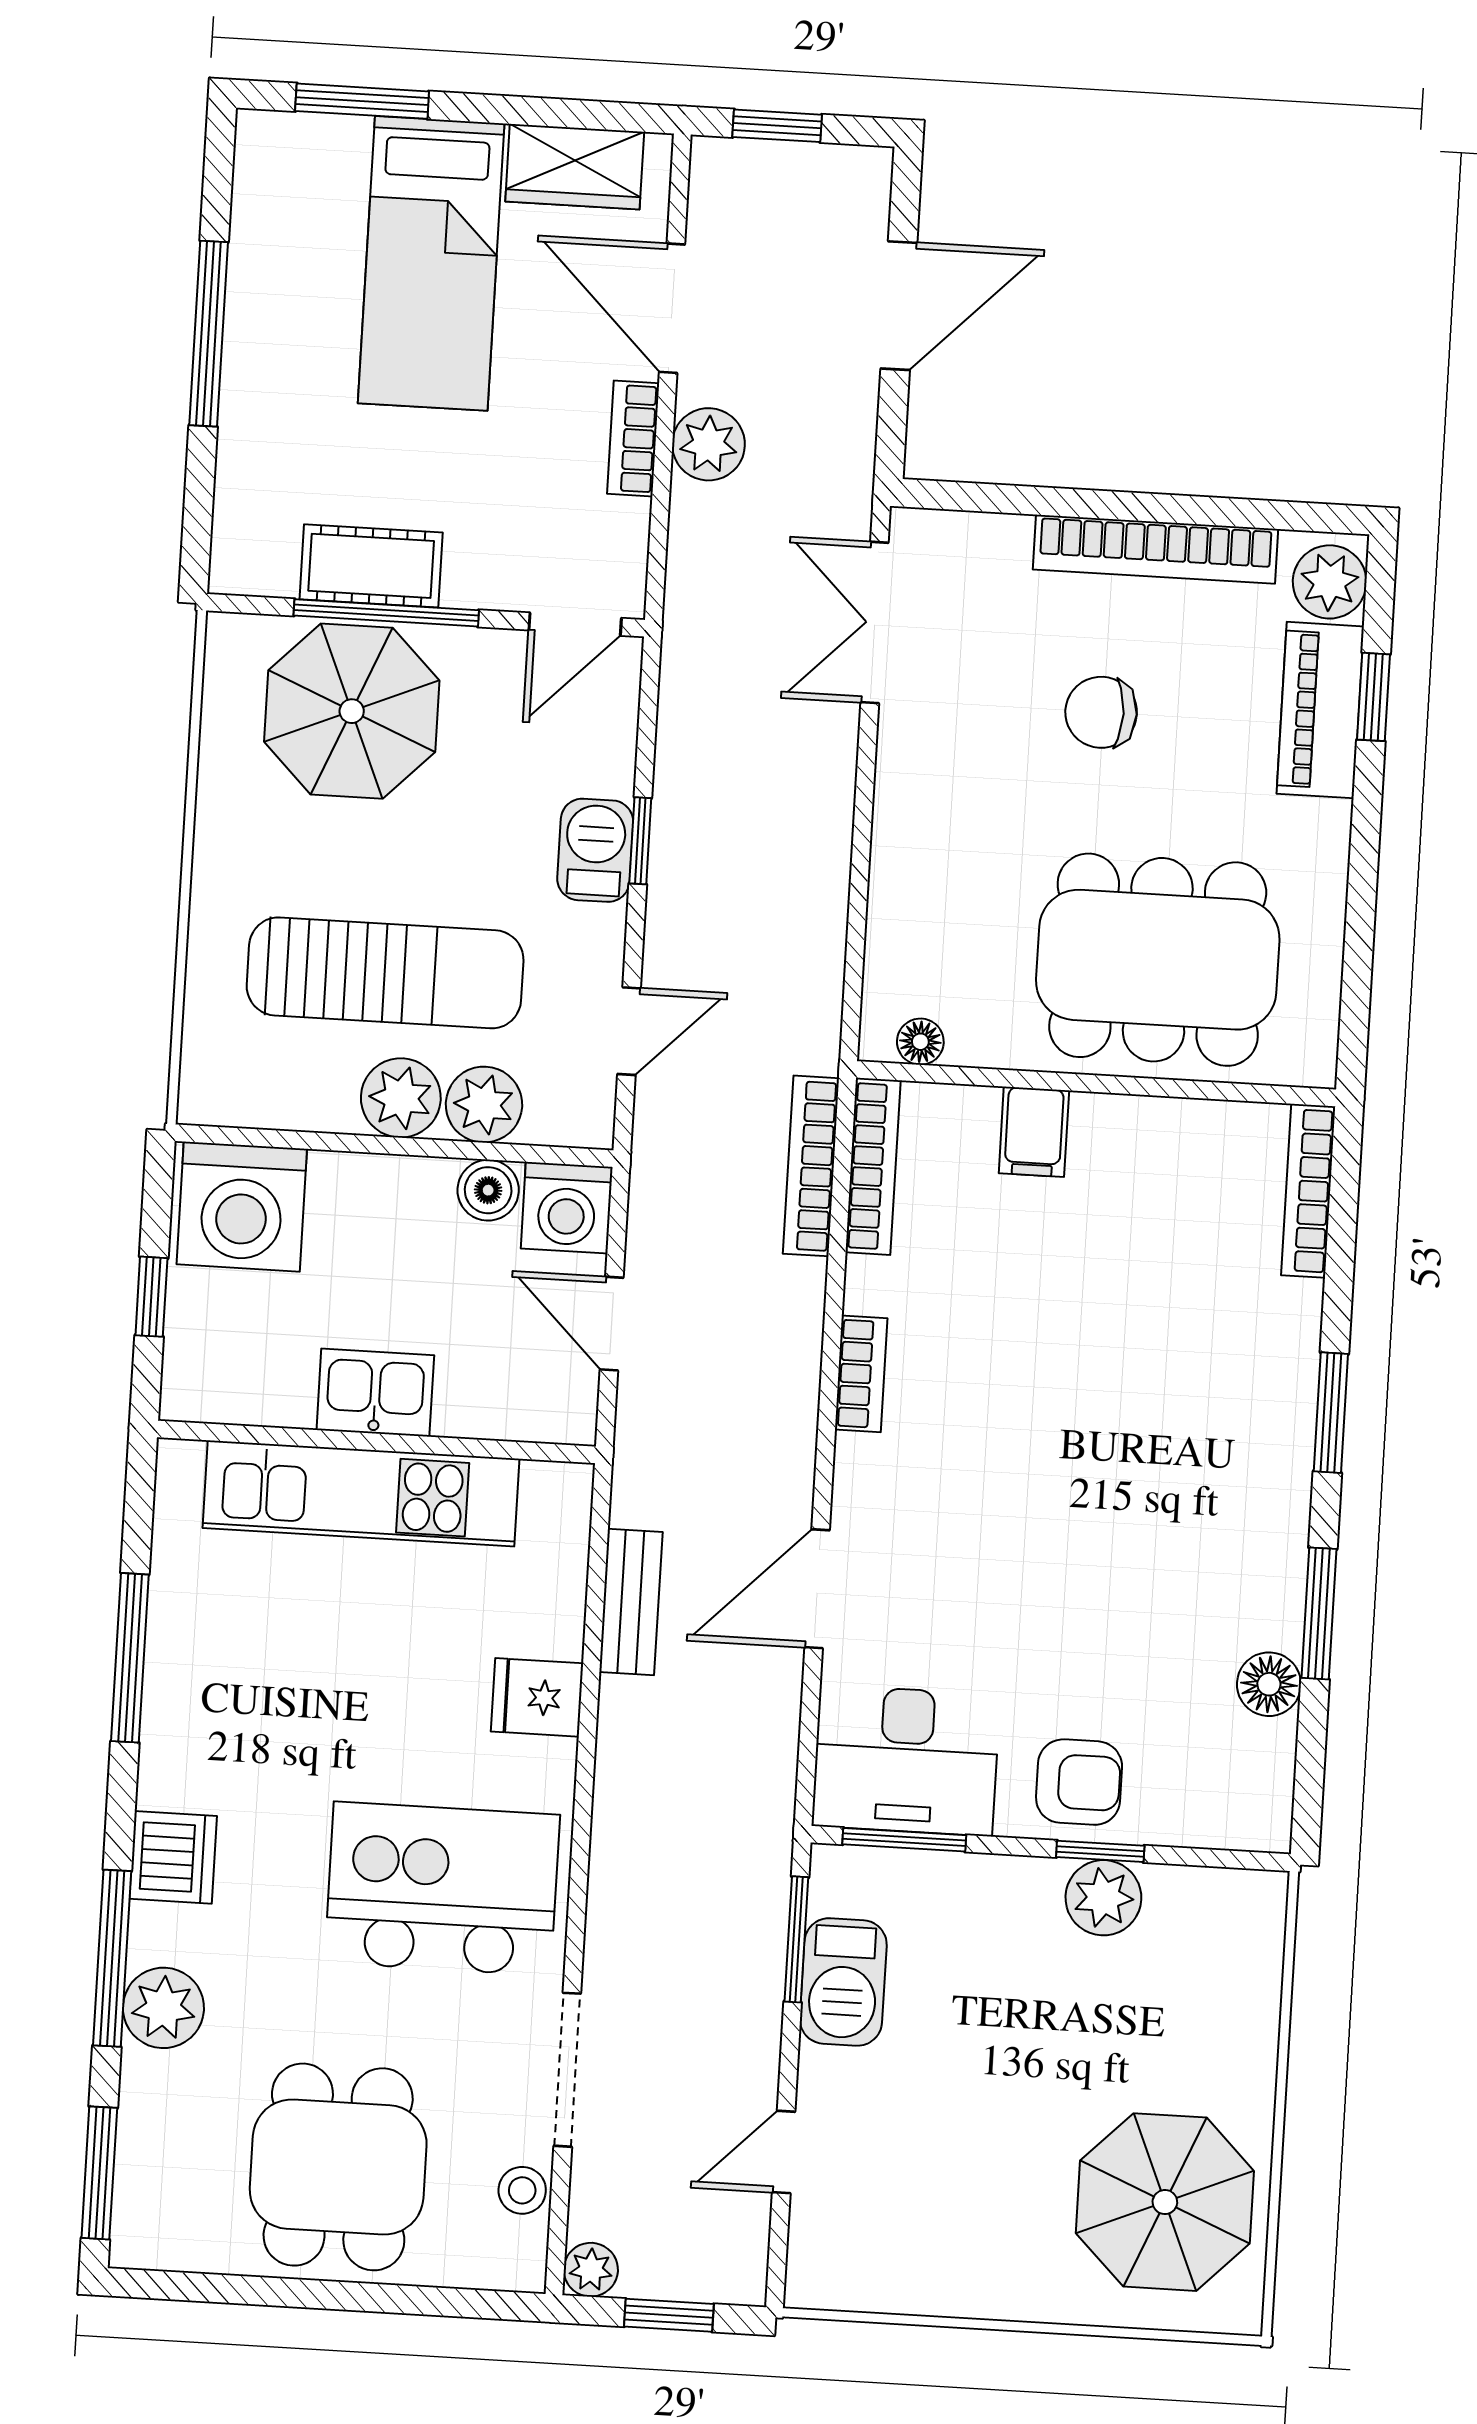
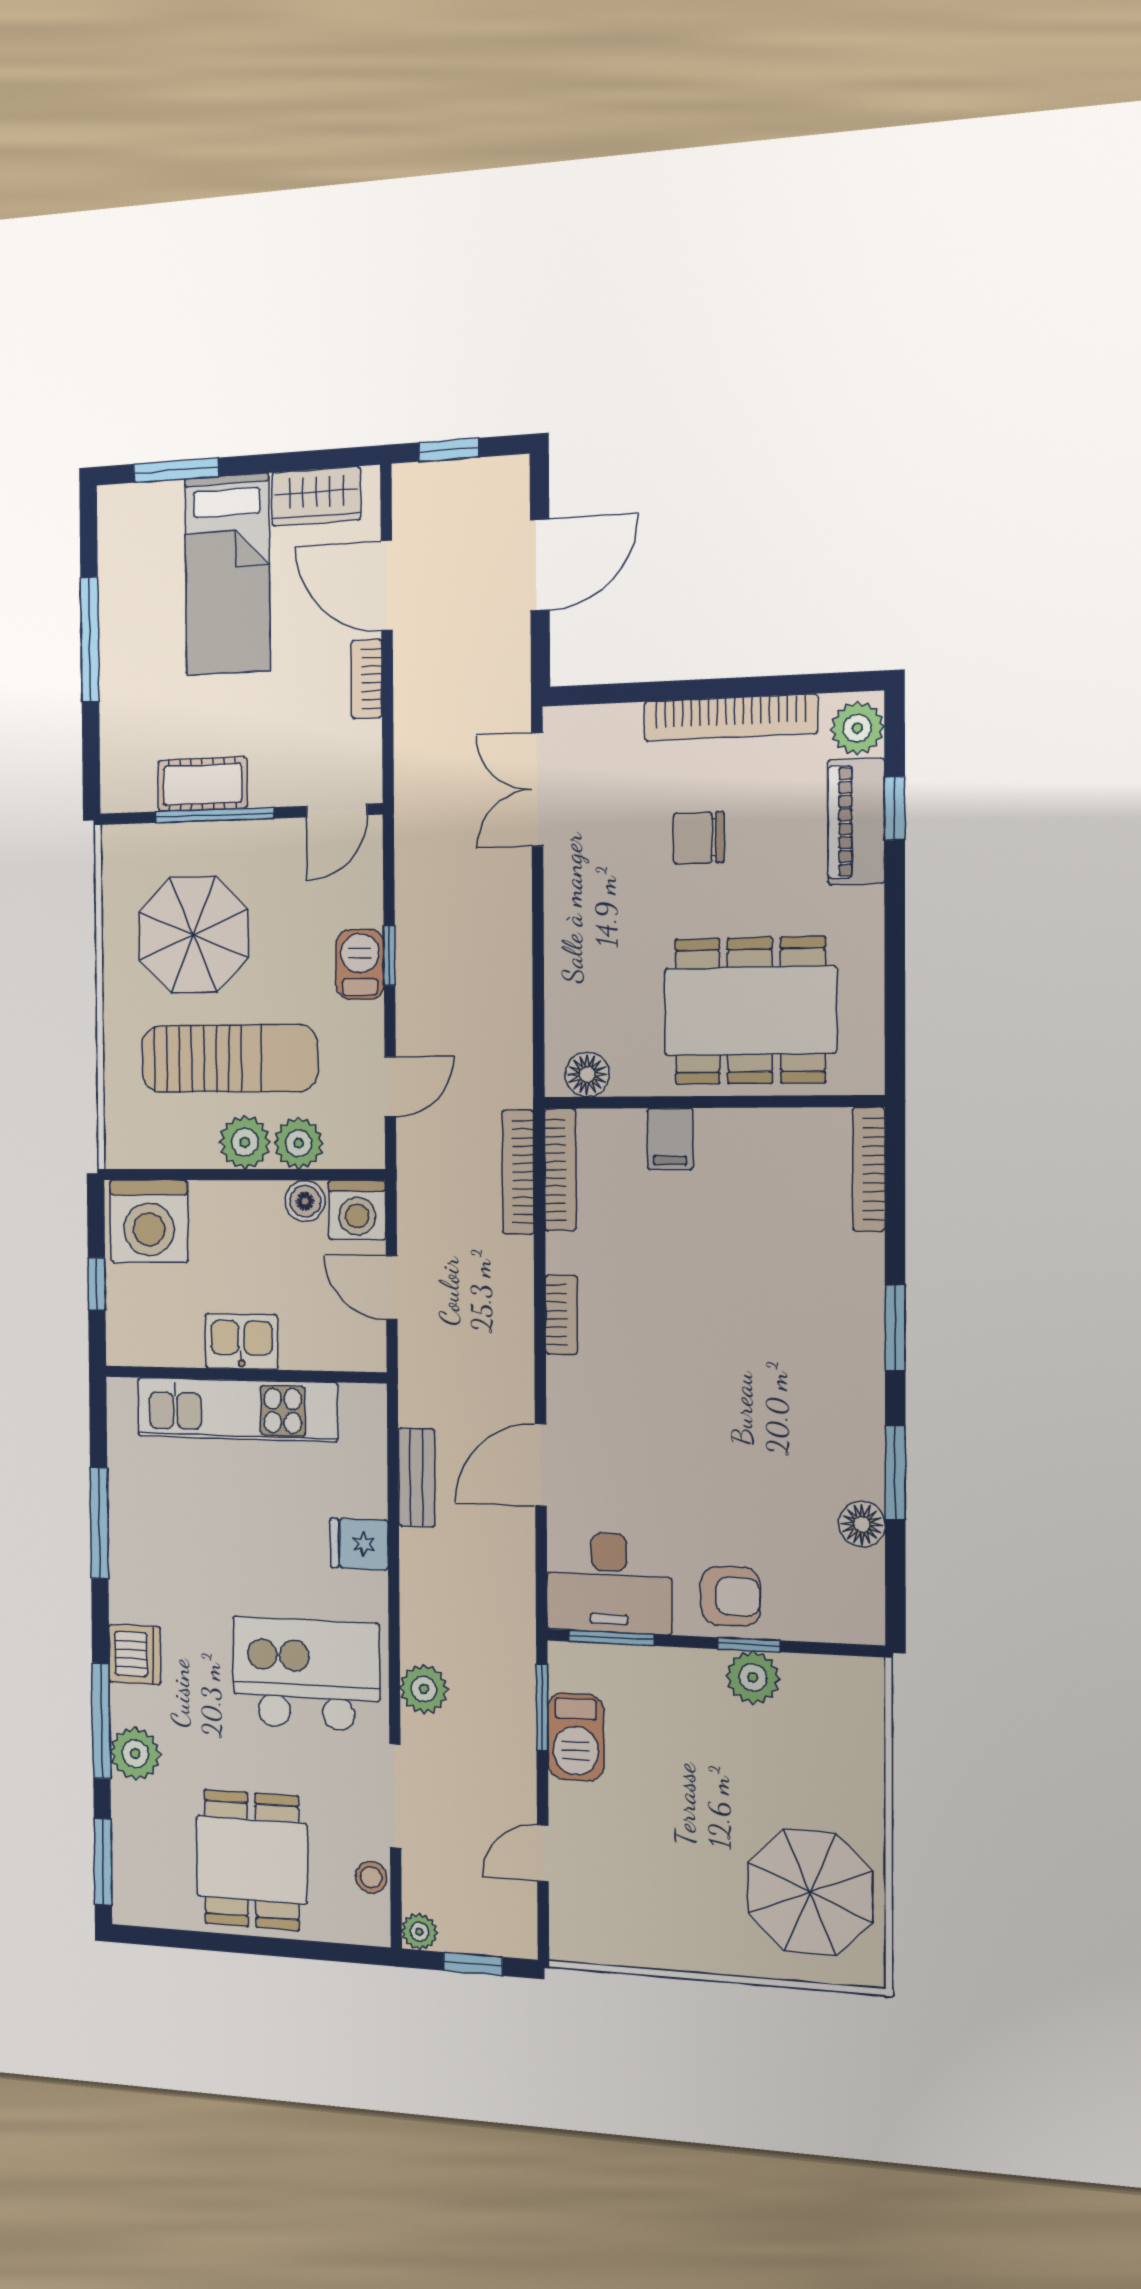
plant: (709, 444) -> (424, 1689), moved
parasol: (352, 711) -> (193, 935), moved
floor lamp: (920, 1042) -> (587, 1074), width x1.37, depth x1.37

